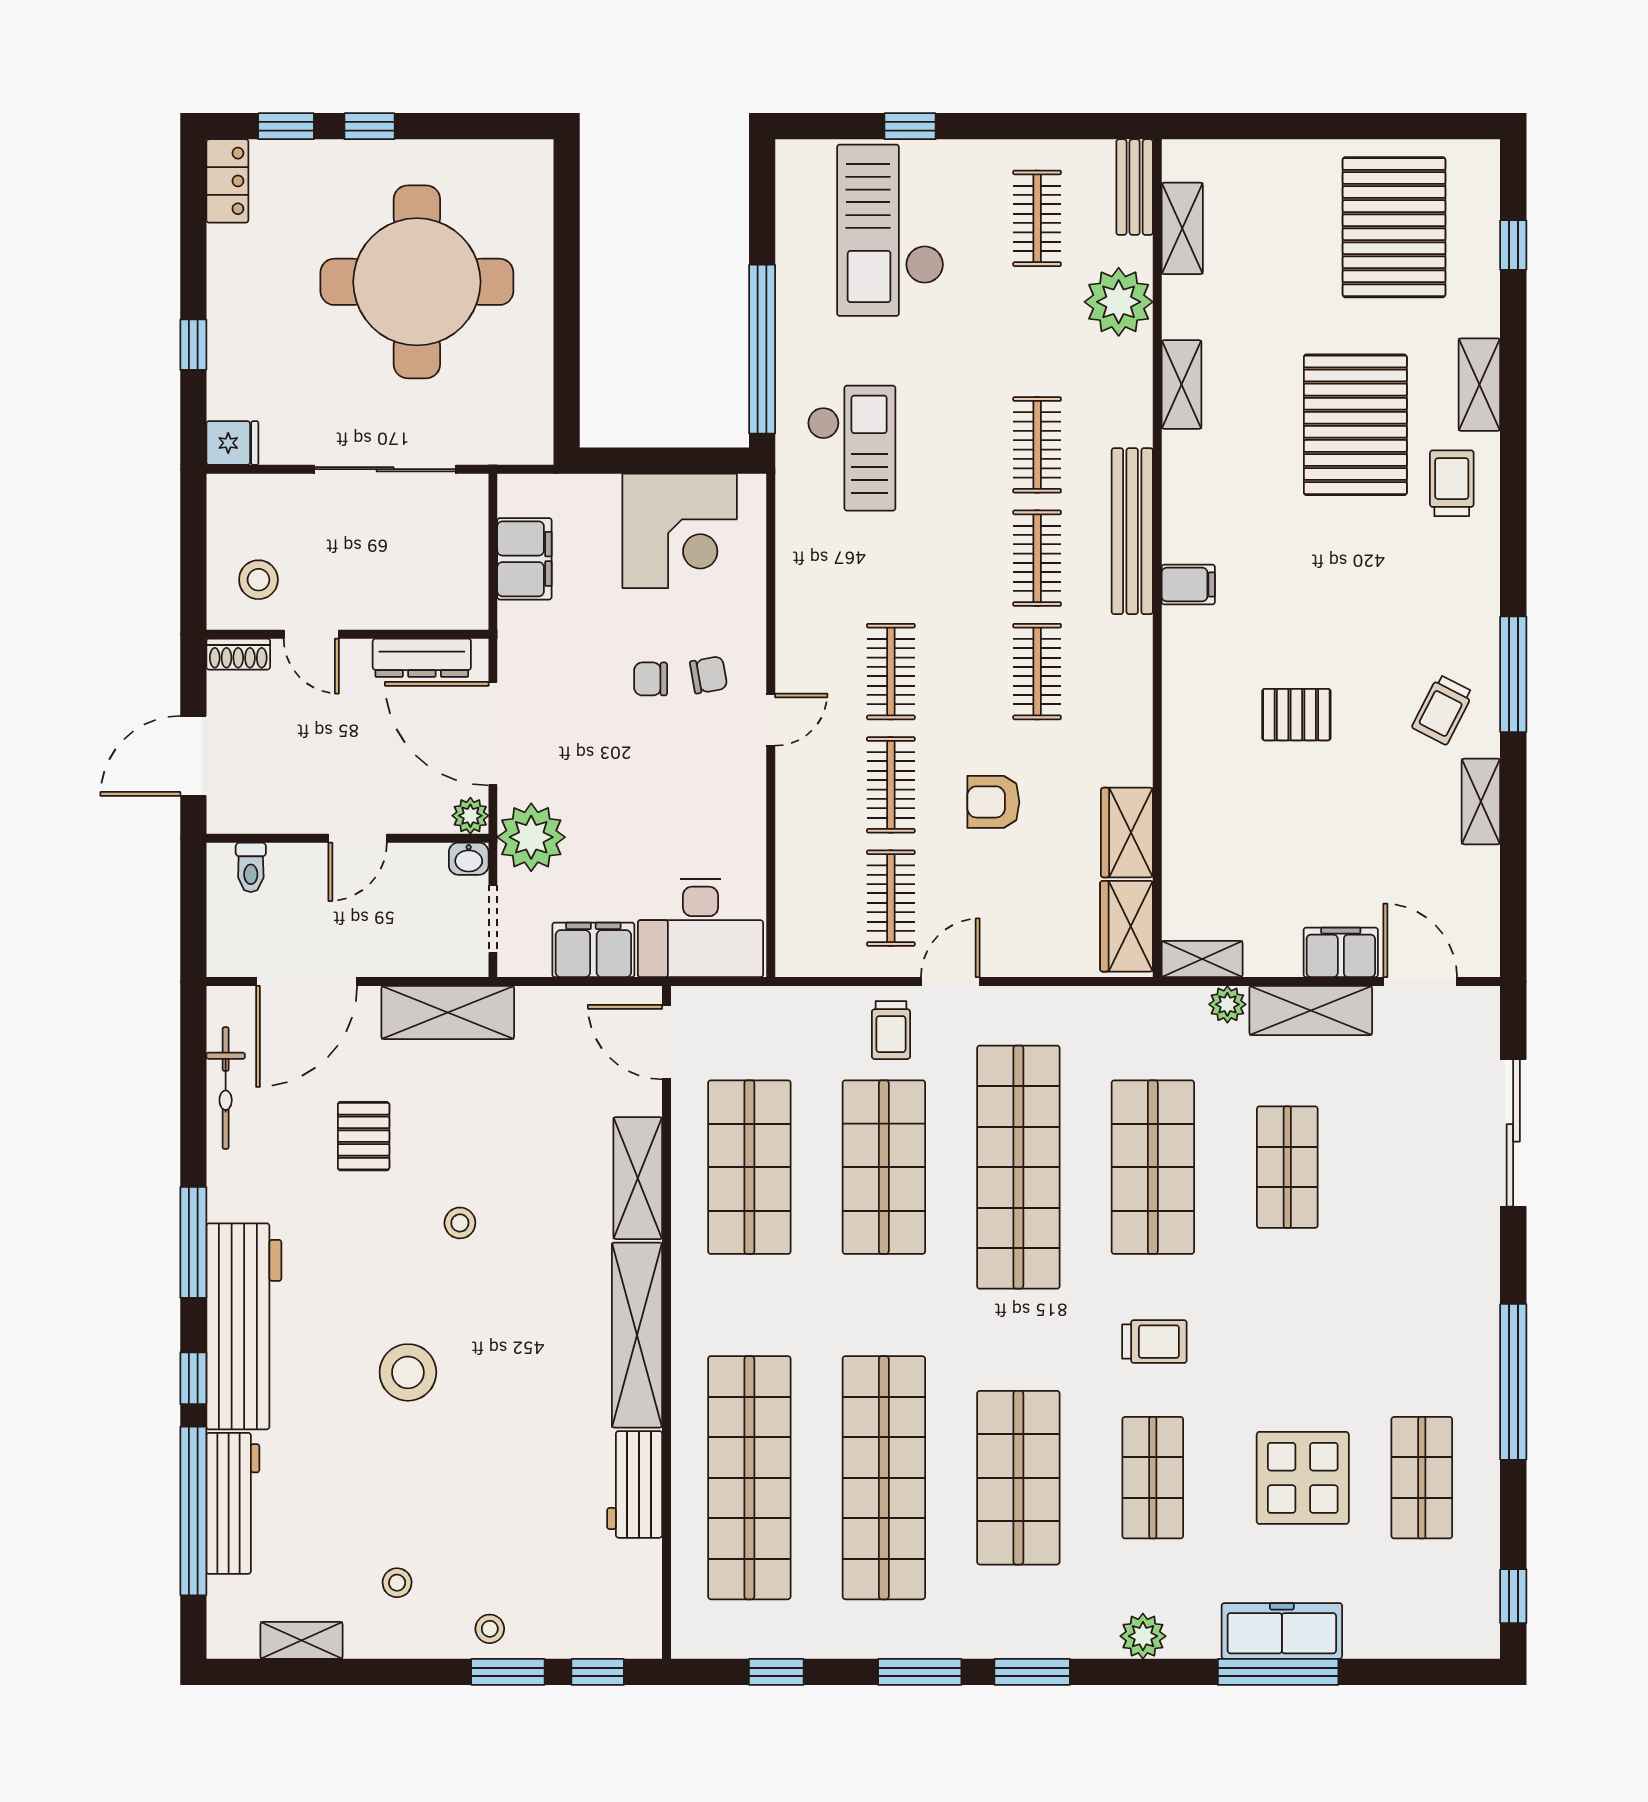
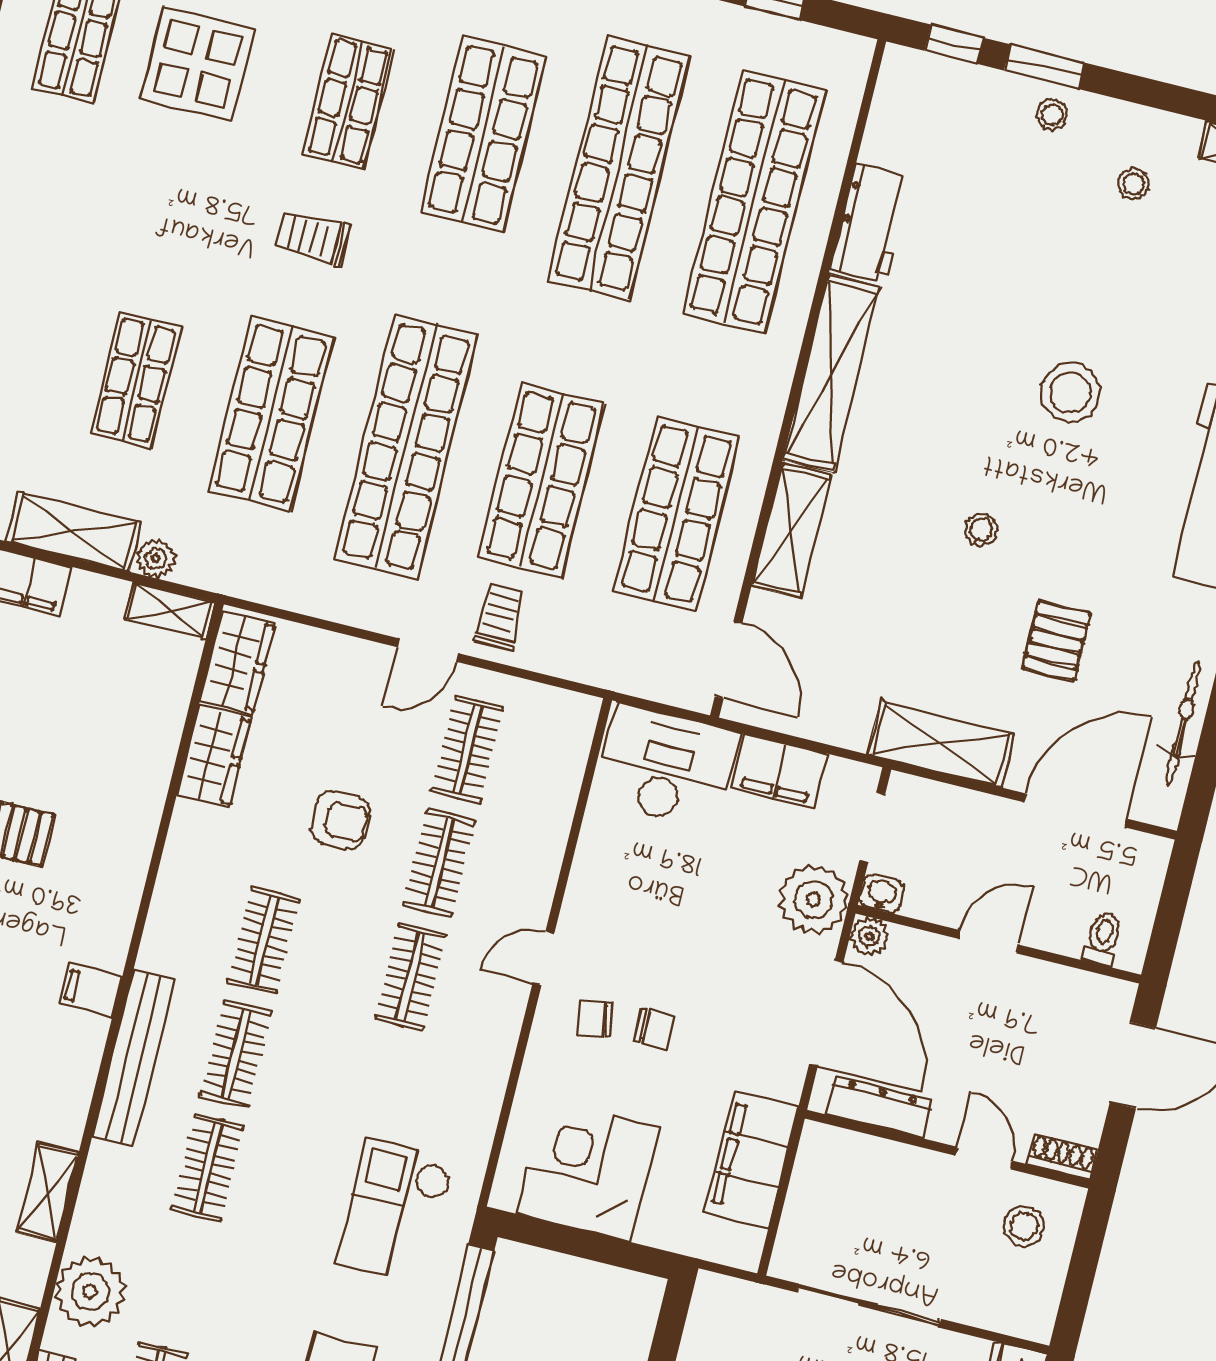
filing cabinet: (524, 559) -> (752, 1159), width x1.50, depth x1.17

